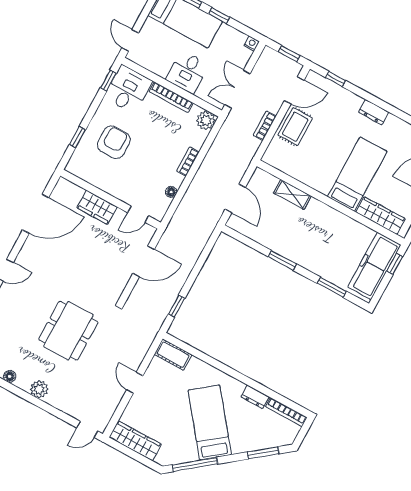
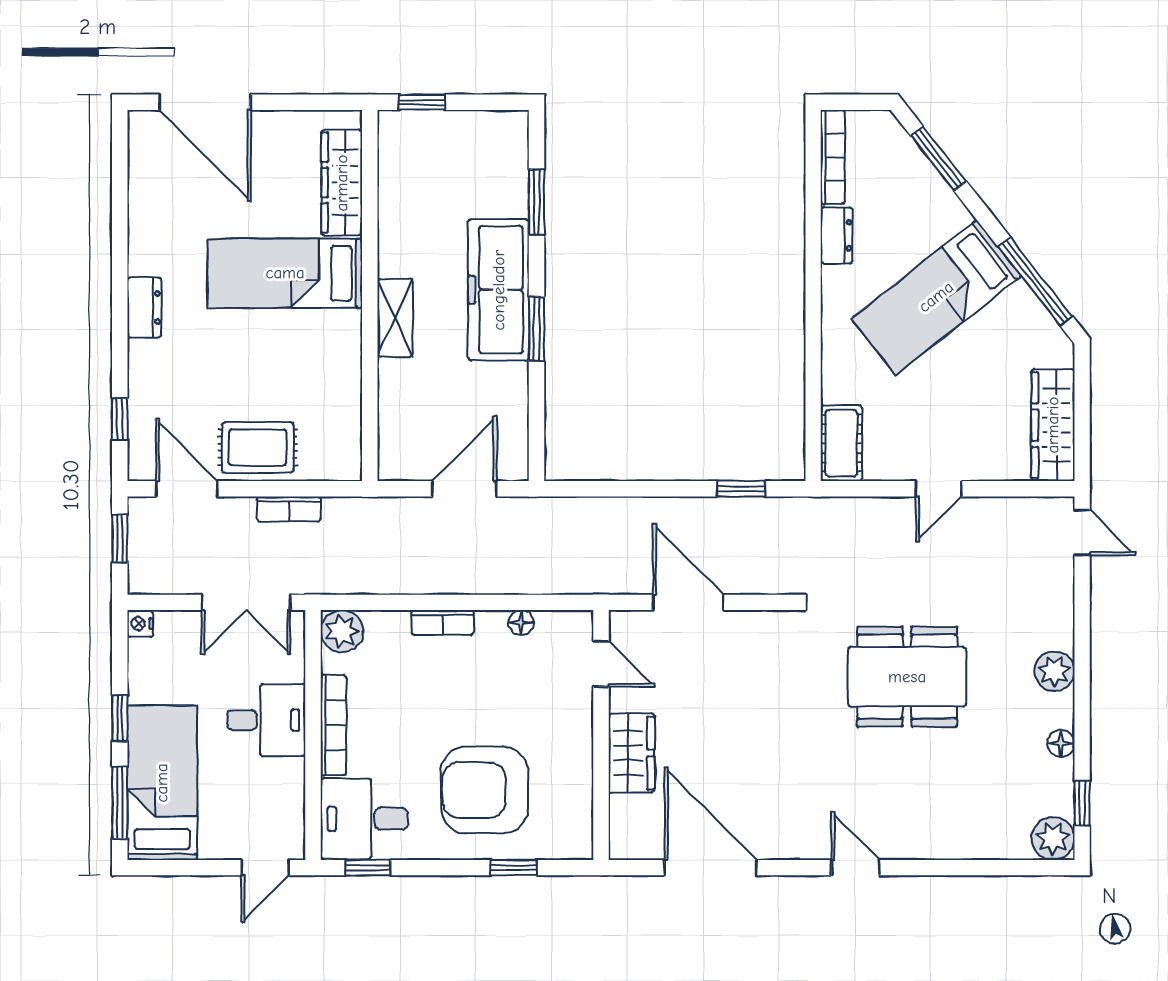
armchair: (114, 142) -> (485, 790), width x1.36, depth x1.36
shelving: (292, 194) -> (395, 318), moved
freezer: (374, 266) -> (499, 290), moved, turned 90

